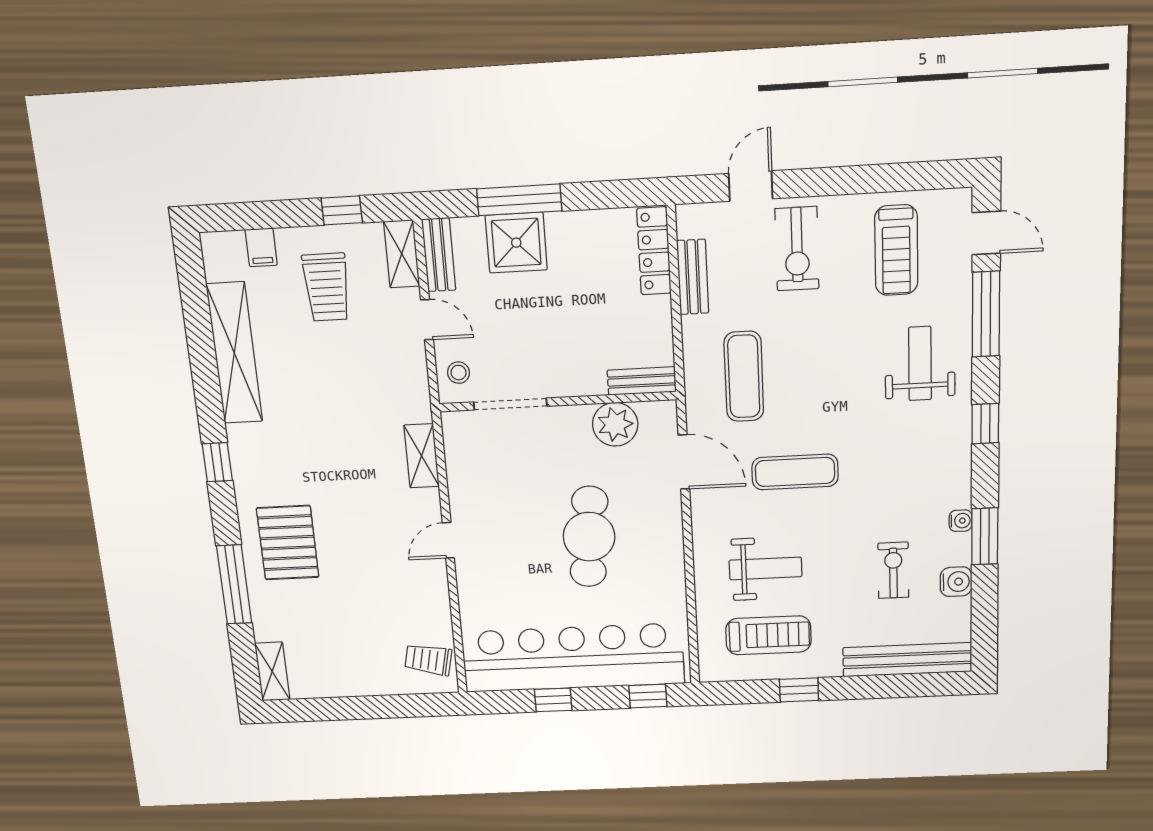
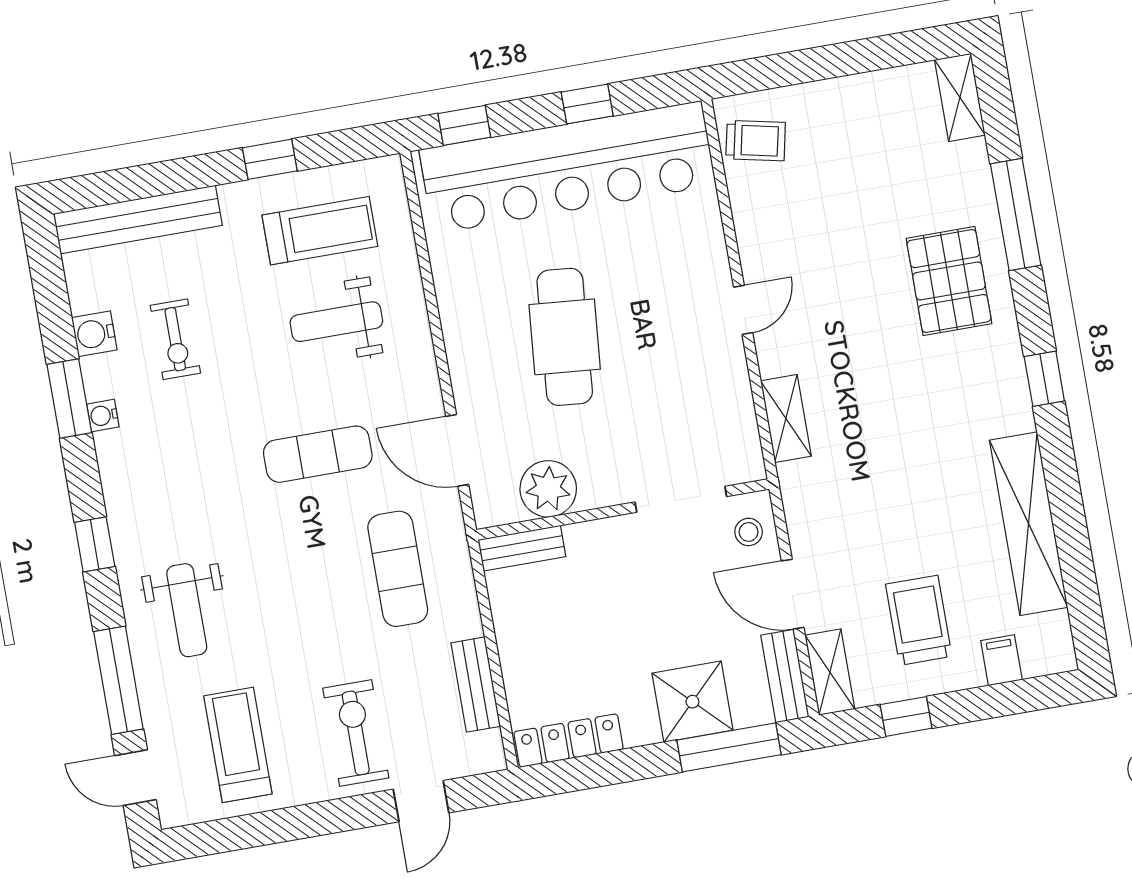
window: (519, 200) -> (729, 747), moved
locker: (654, 251) -> (569, 741), moved, turned -90
door: (427, 320) -> (793, 594), width x1.38
treadmill: (768, 635) -> (320, 231), turned 180

